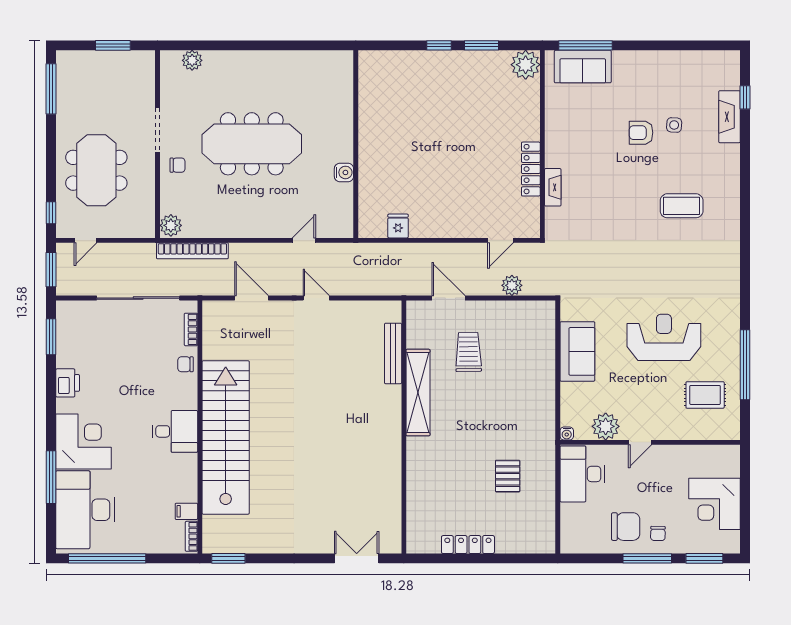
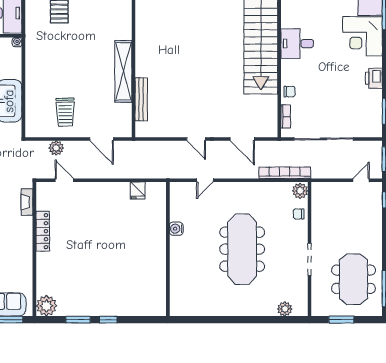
meeting table: (252, 144) -> (242, 249), turned 90
chair: (178, 165) -> (299, 214), moved
meeting table: (96, 170) -> (353, 279), moved
fireplace: (553, 187) -> (27, 202), moved
door: (500, 240) -> (64, 180), hinge flipped
trolley: (468, 352) -> (65, 112), moved

